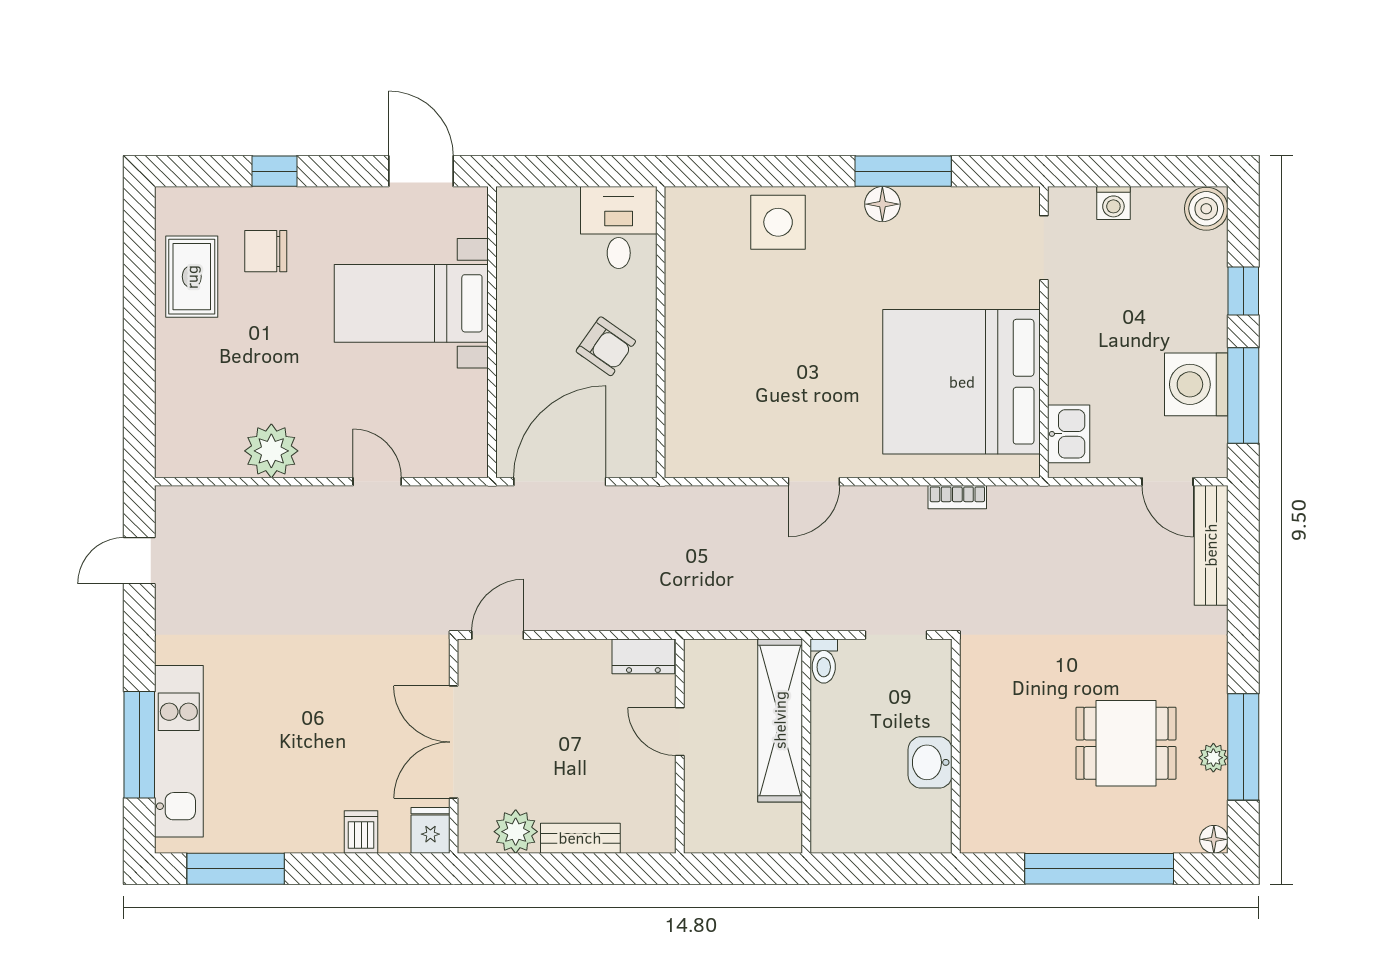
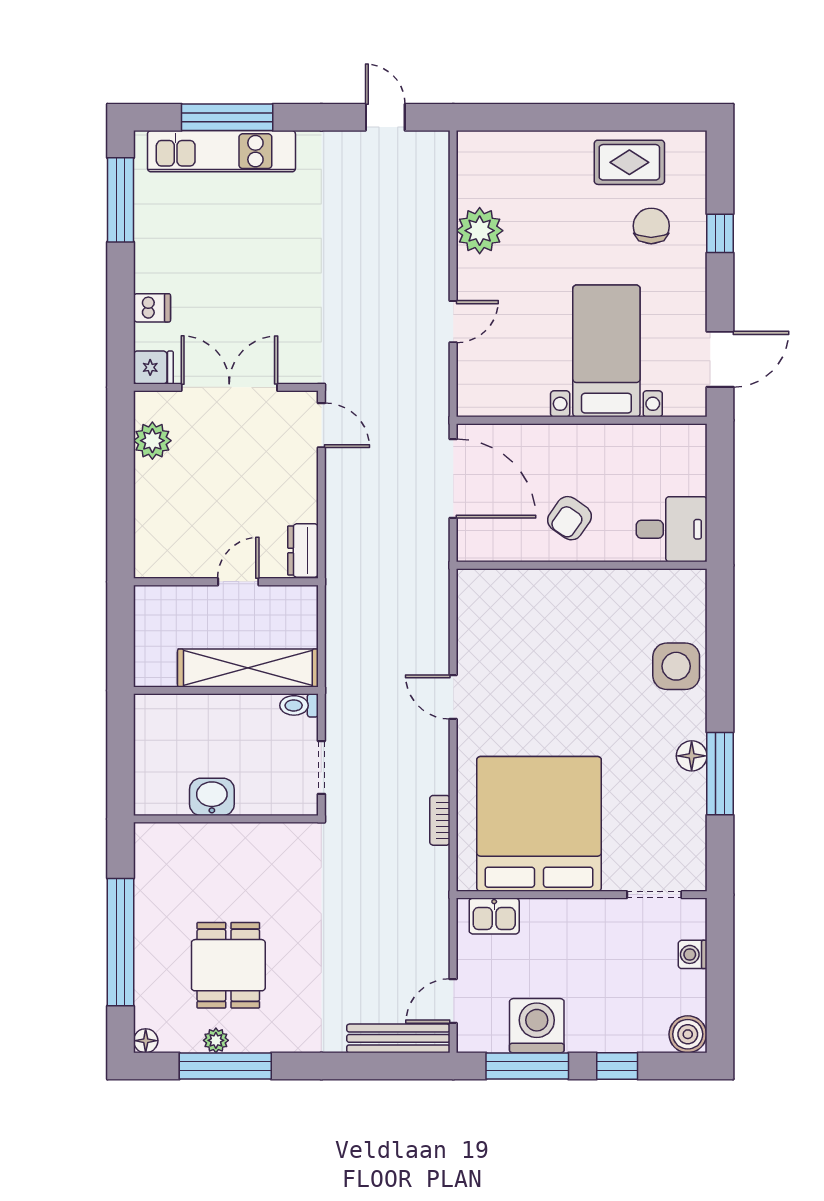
bench: (580, 838) -> (147, 496), removed

